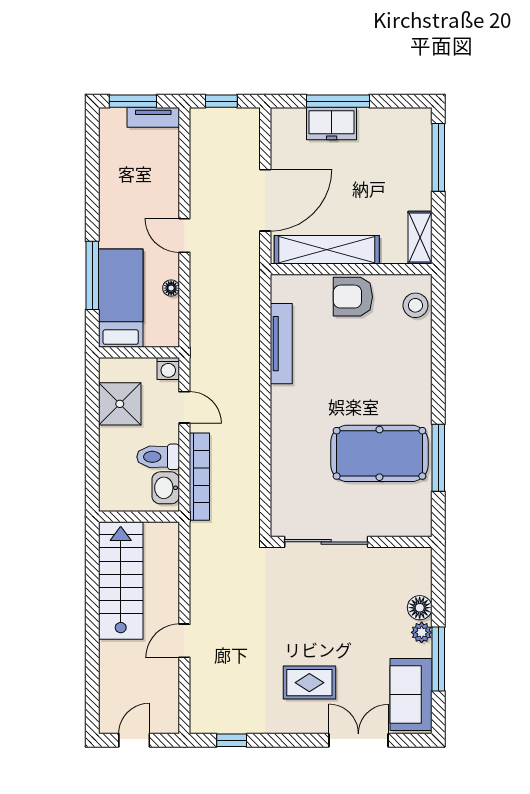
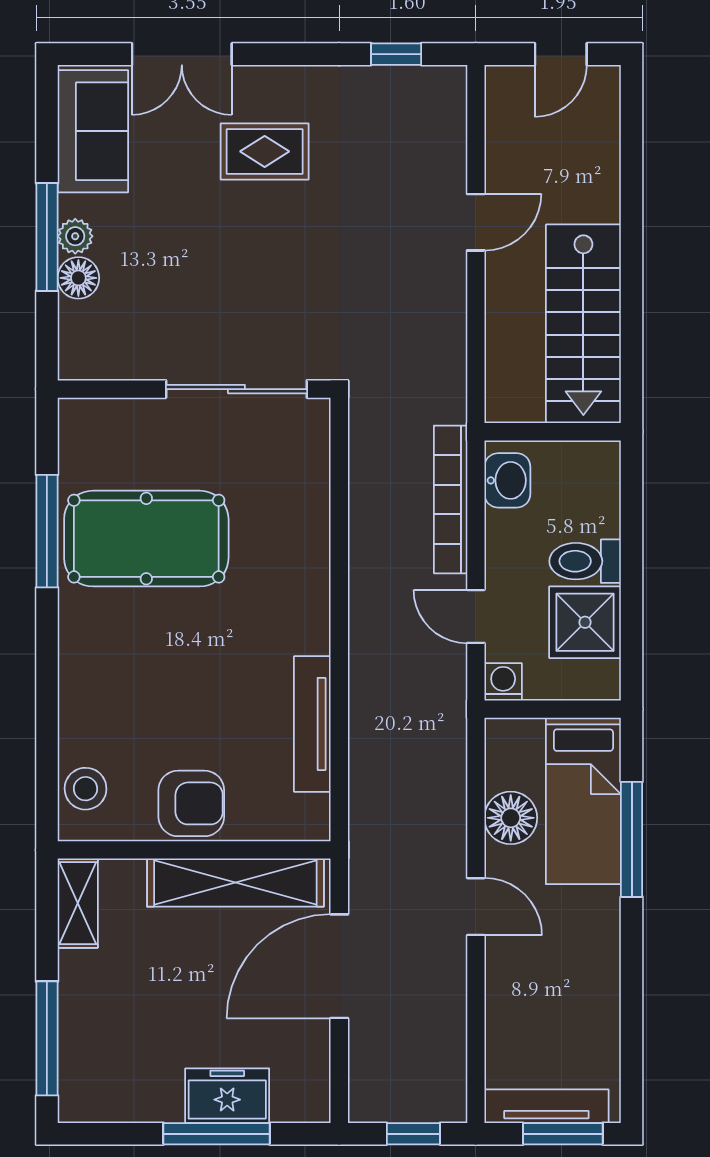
tv unit: (153, 117) -> (546, 1106), width x1.41
floor lamp: (171, 288) -> (511, 818), width x1.89, depth x1.89
toilet: (158, 457) -> (585, 561), moved, turned 180
window: (438, 659) -> (47, 237), moved

